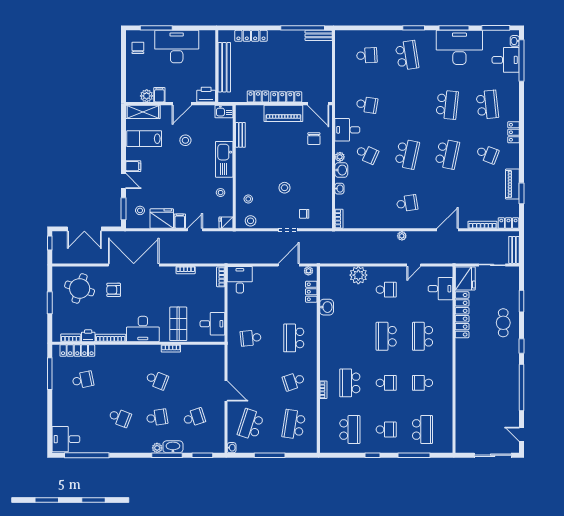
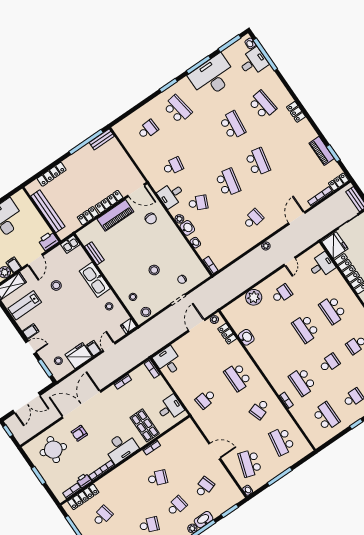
school desk: (487, 154) -> (288, 141), removed

